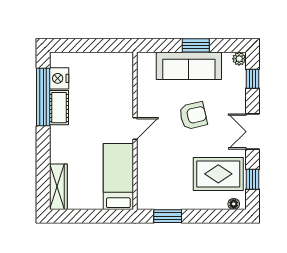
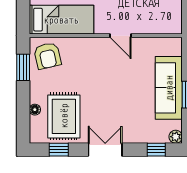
armchair: (193, 116) -> (47, 56), moved
door: (135, 128) -> (121, 36), moved
floor lamp: (234, 204) -> (35, 110), moved

